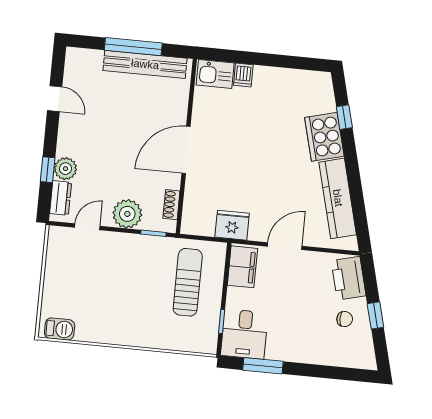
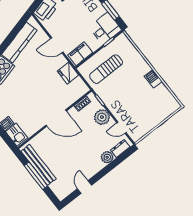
window: (48, 170) -> (114, 164), removed
barbecue: (60, 329) -> (153, 79), moved

